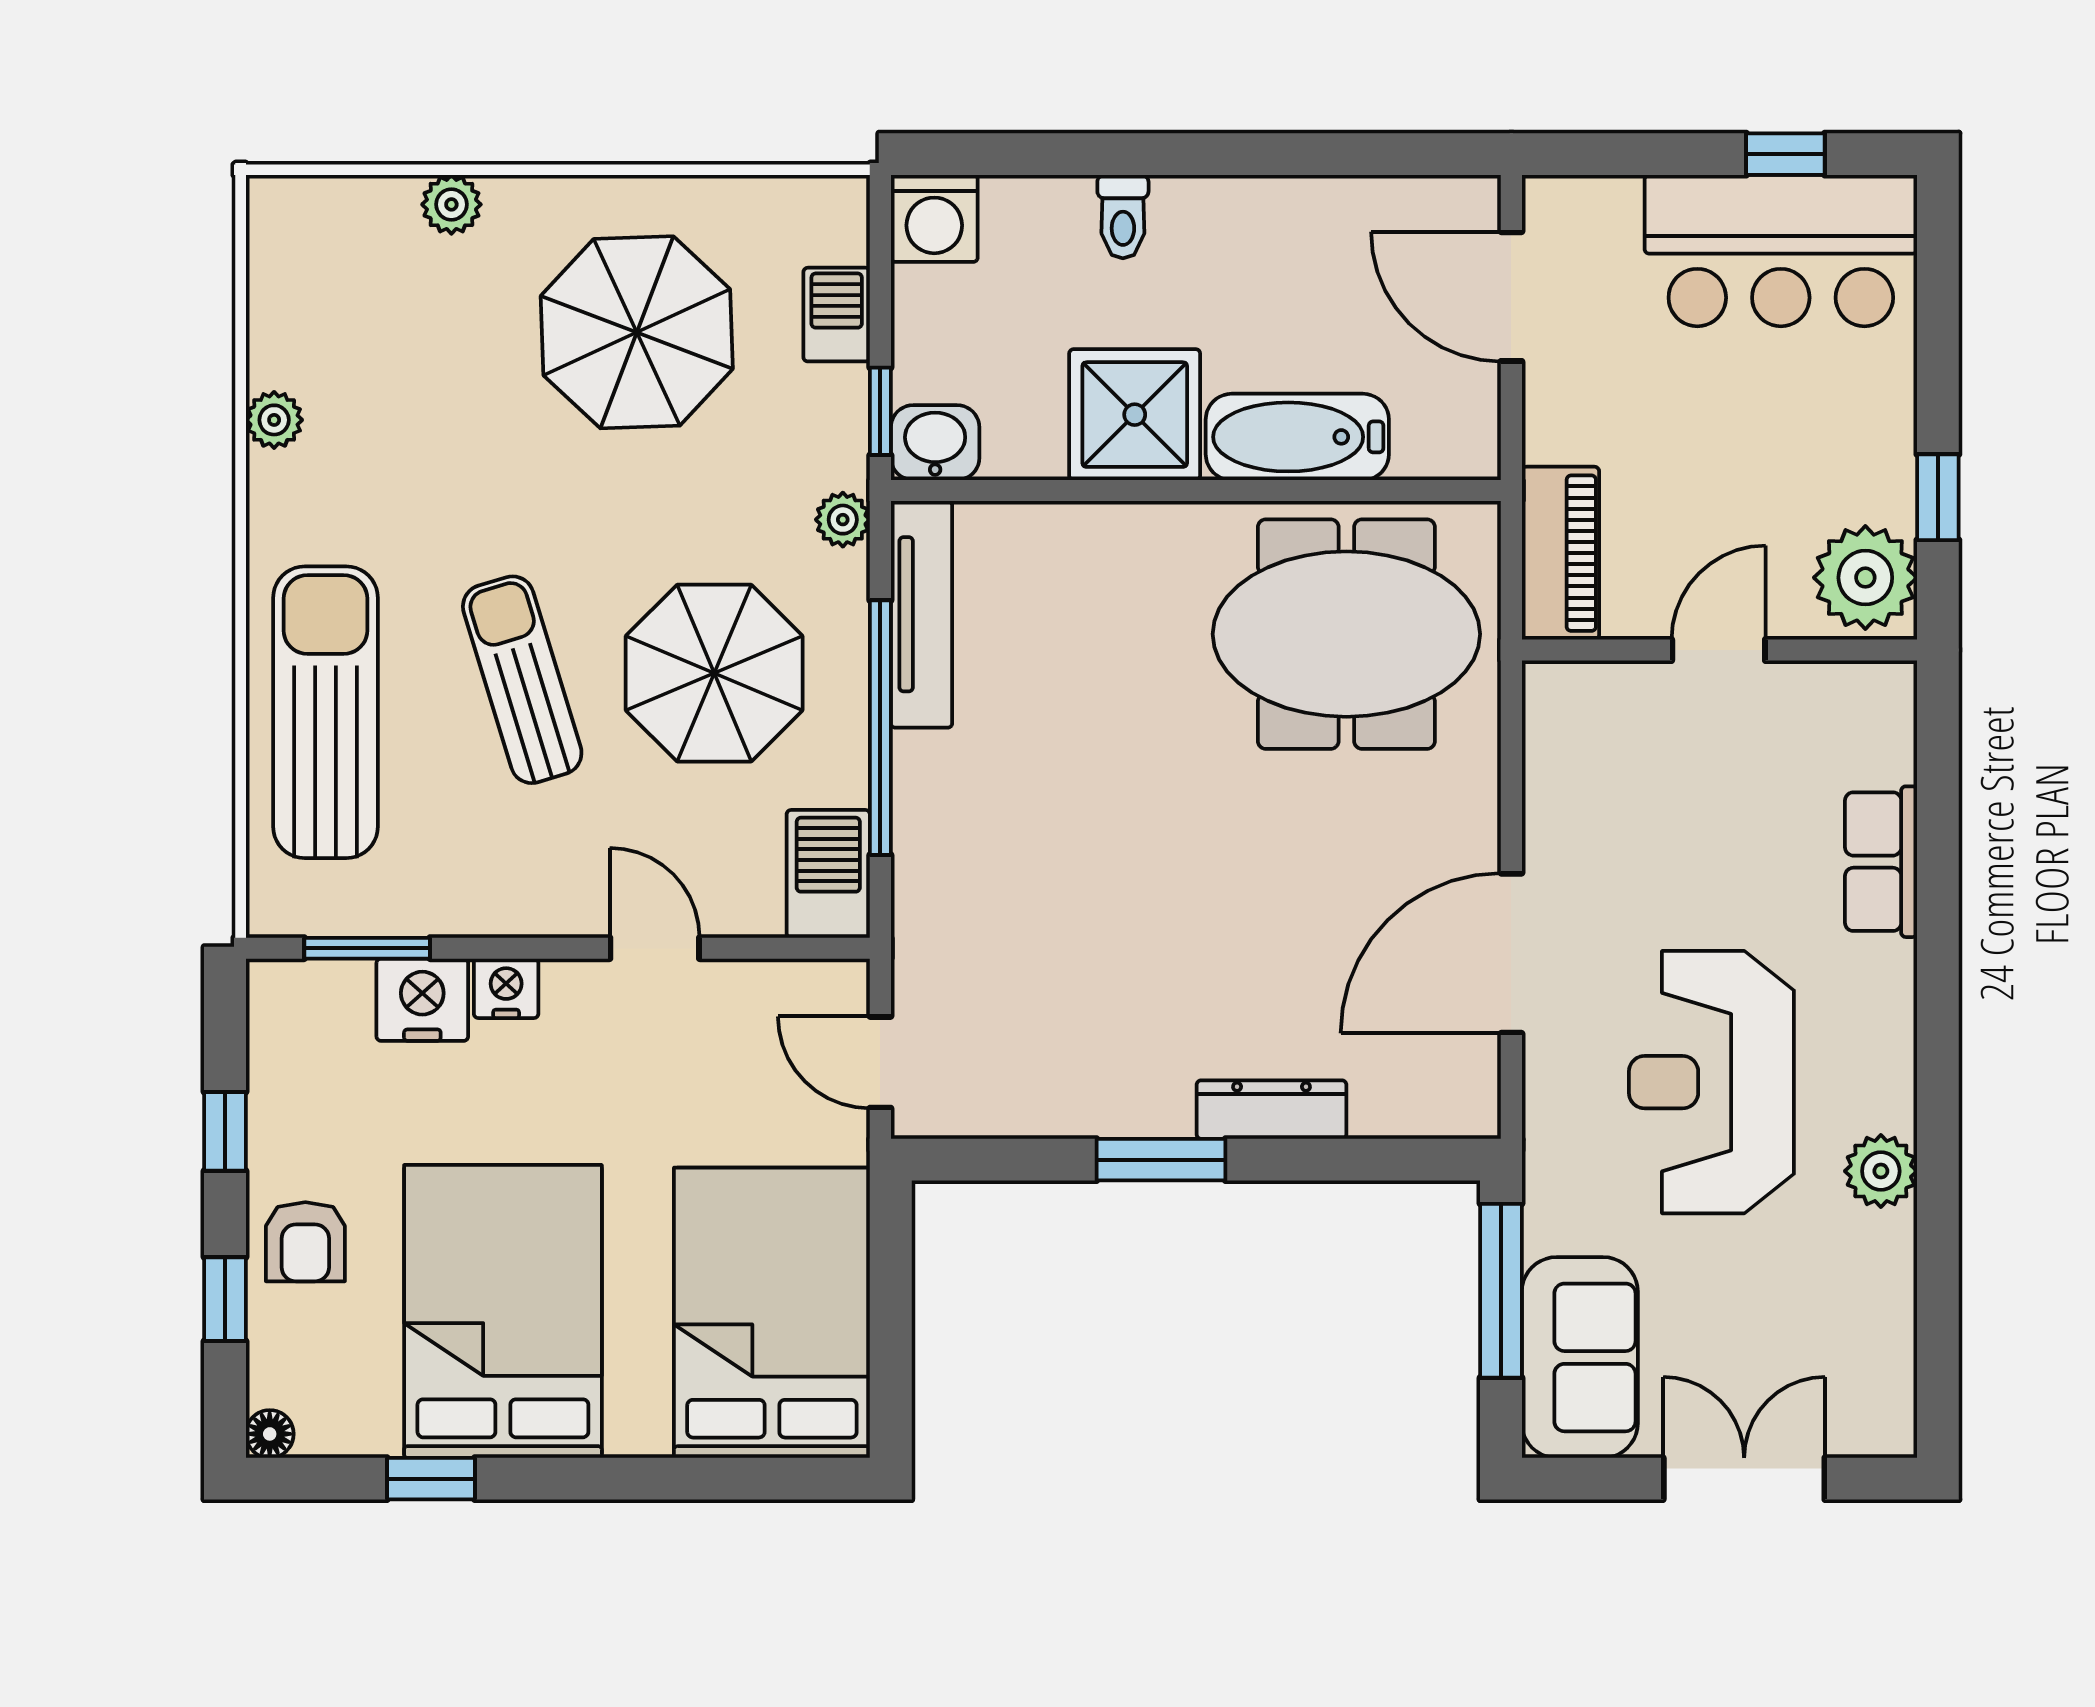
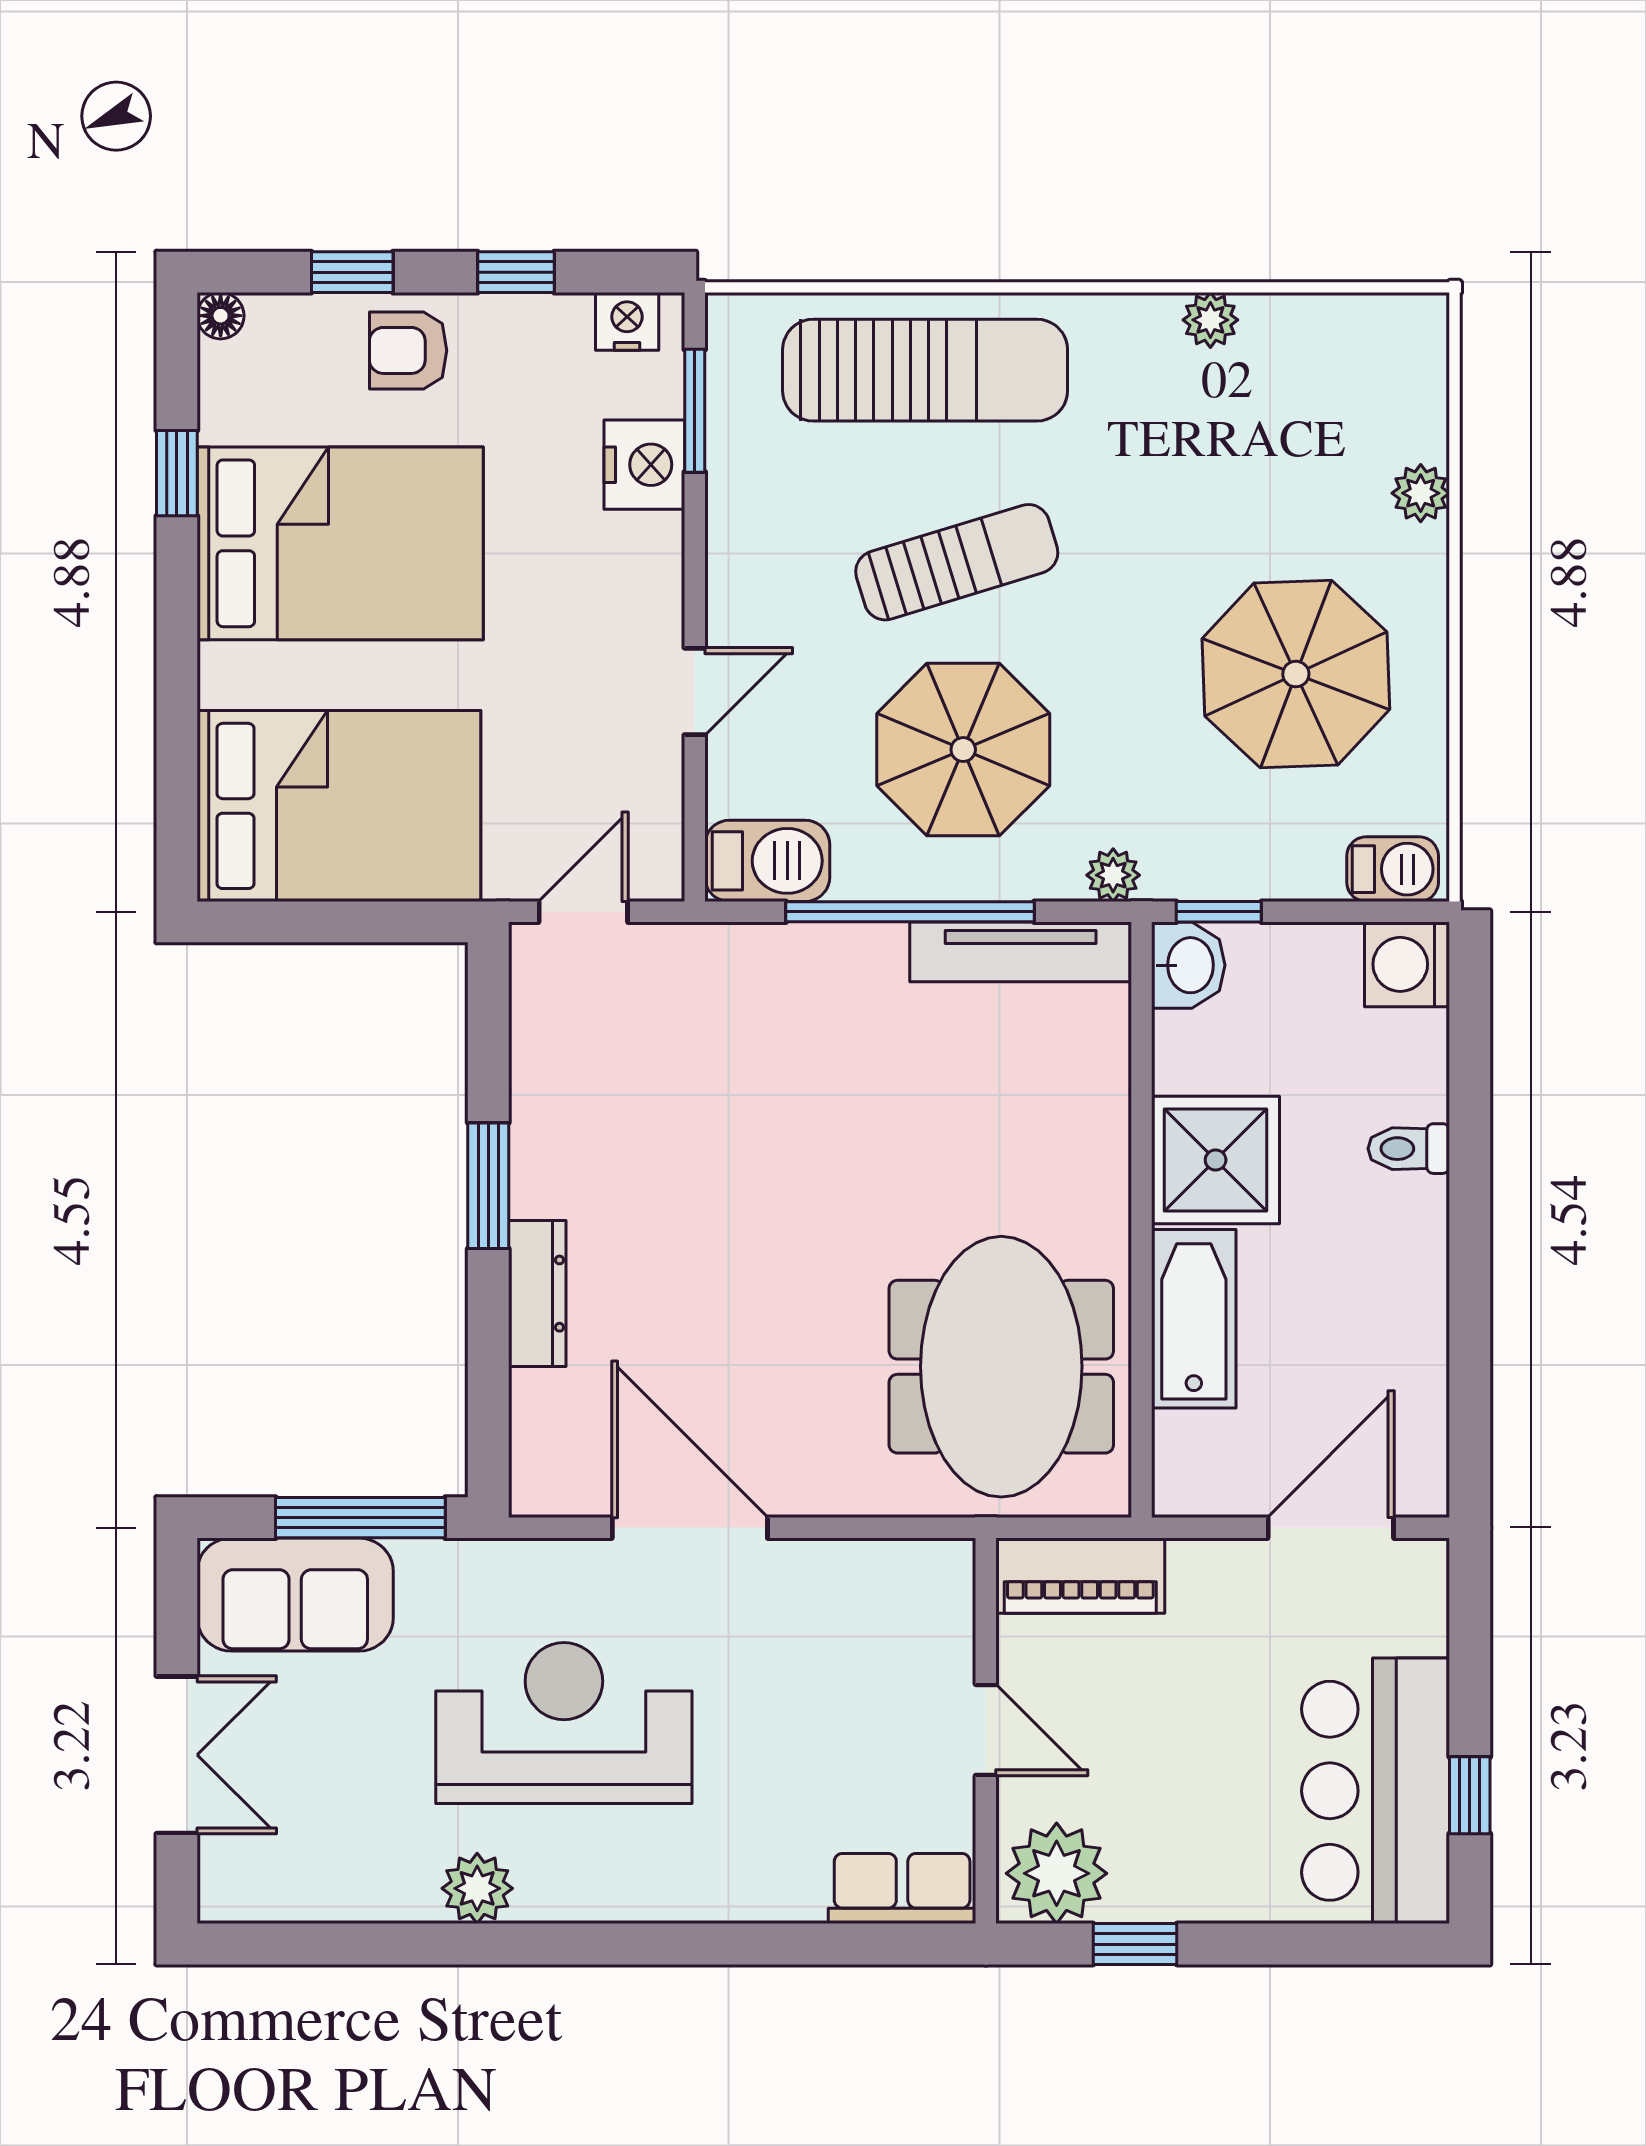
barbecue: (837, 315) -> (1393, 869), moved
row of seats: (1881, 862) -> (902, 1889), moved
nightstand: (506, 988) -> (627, 321), moved, turned -90

